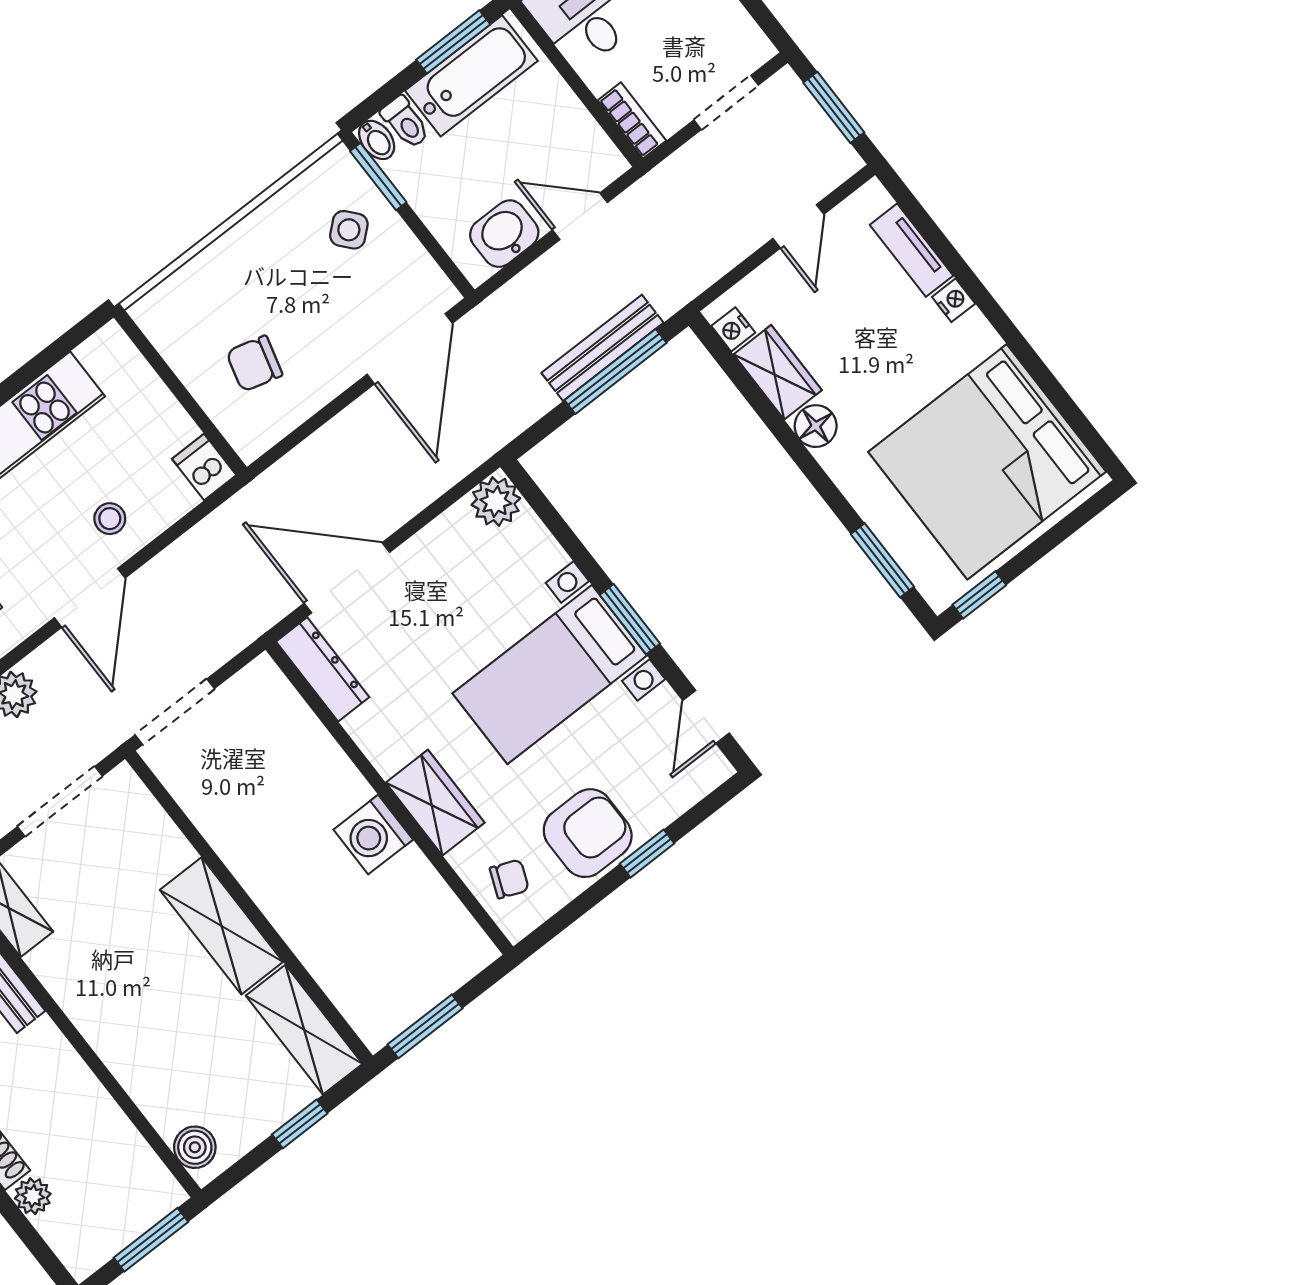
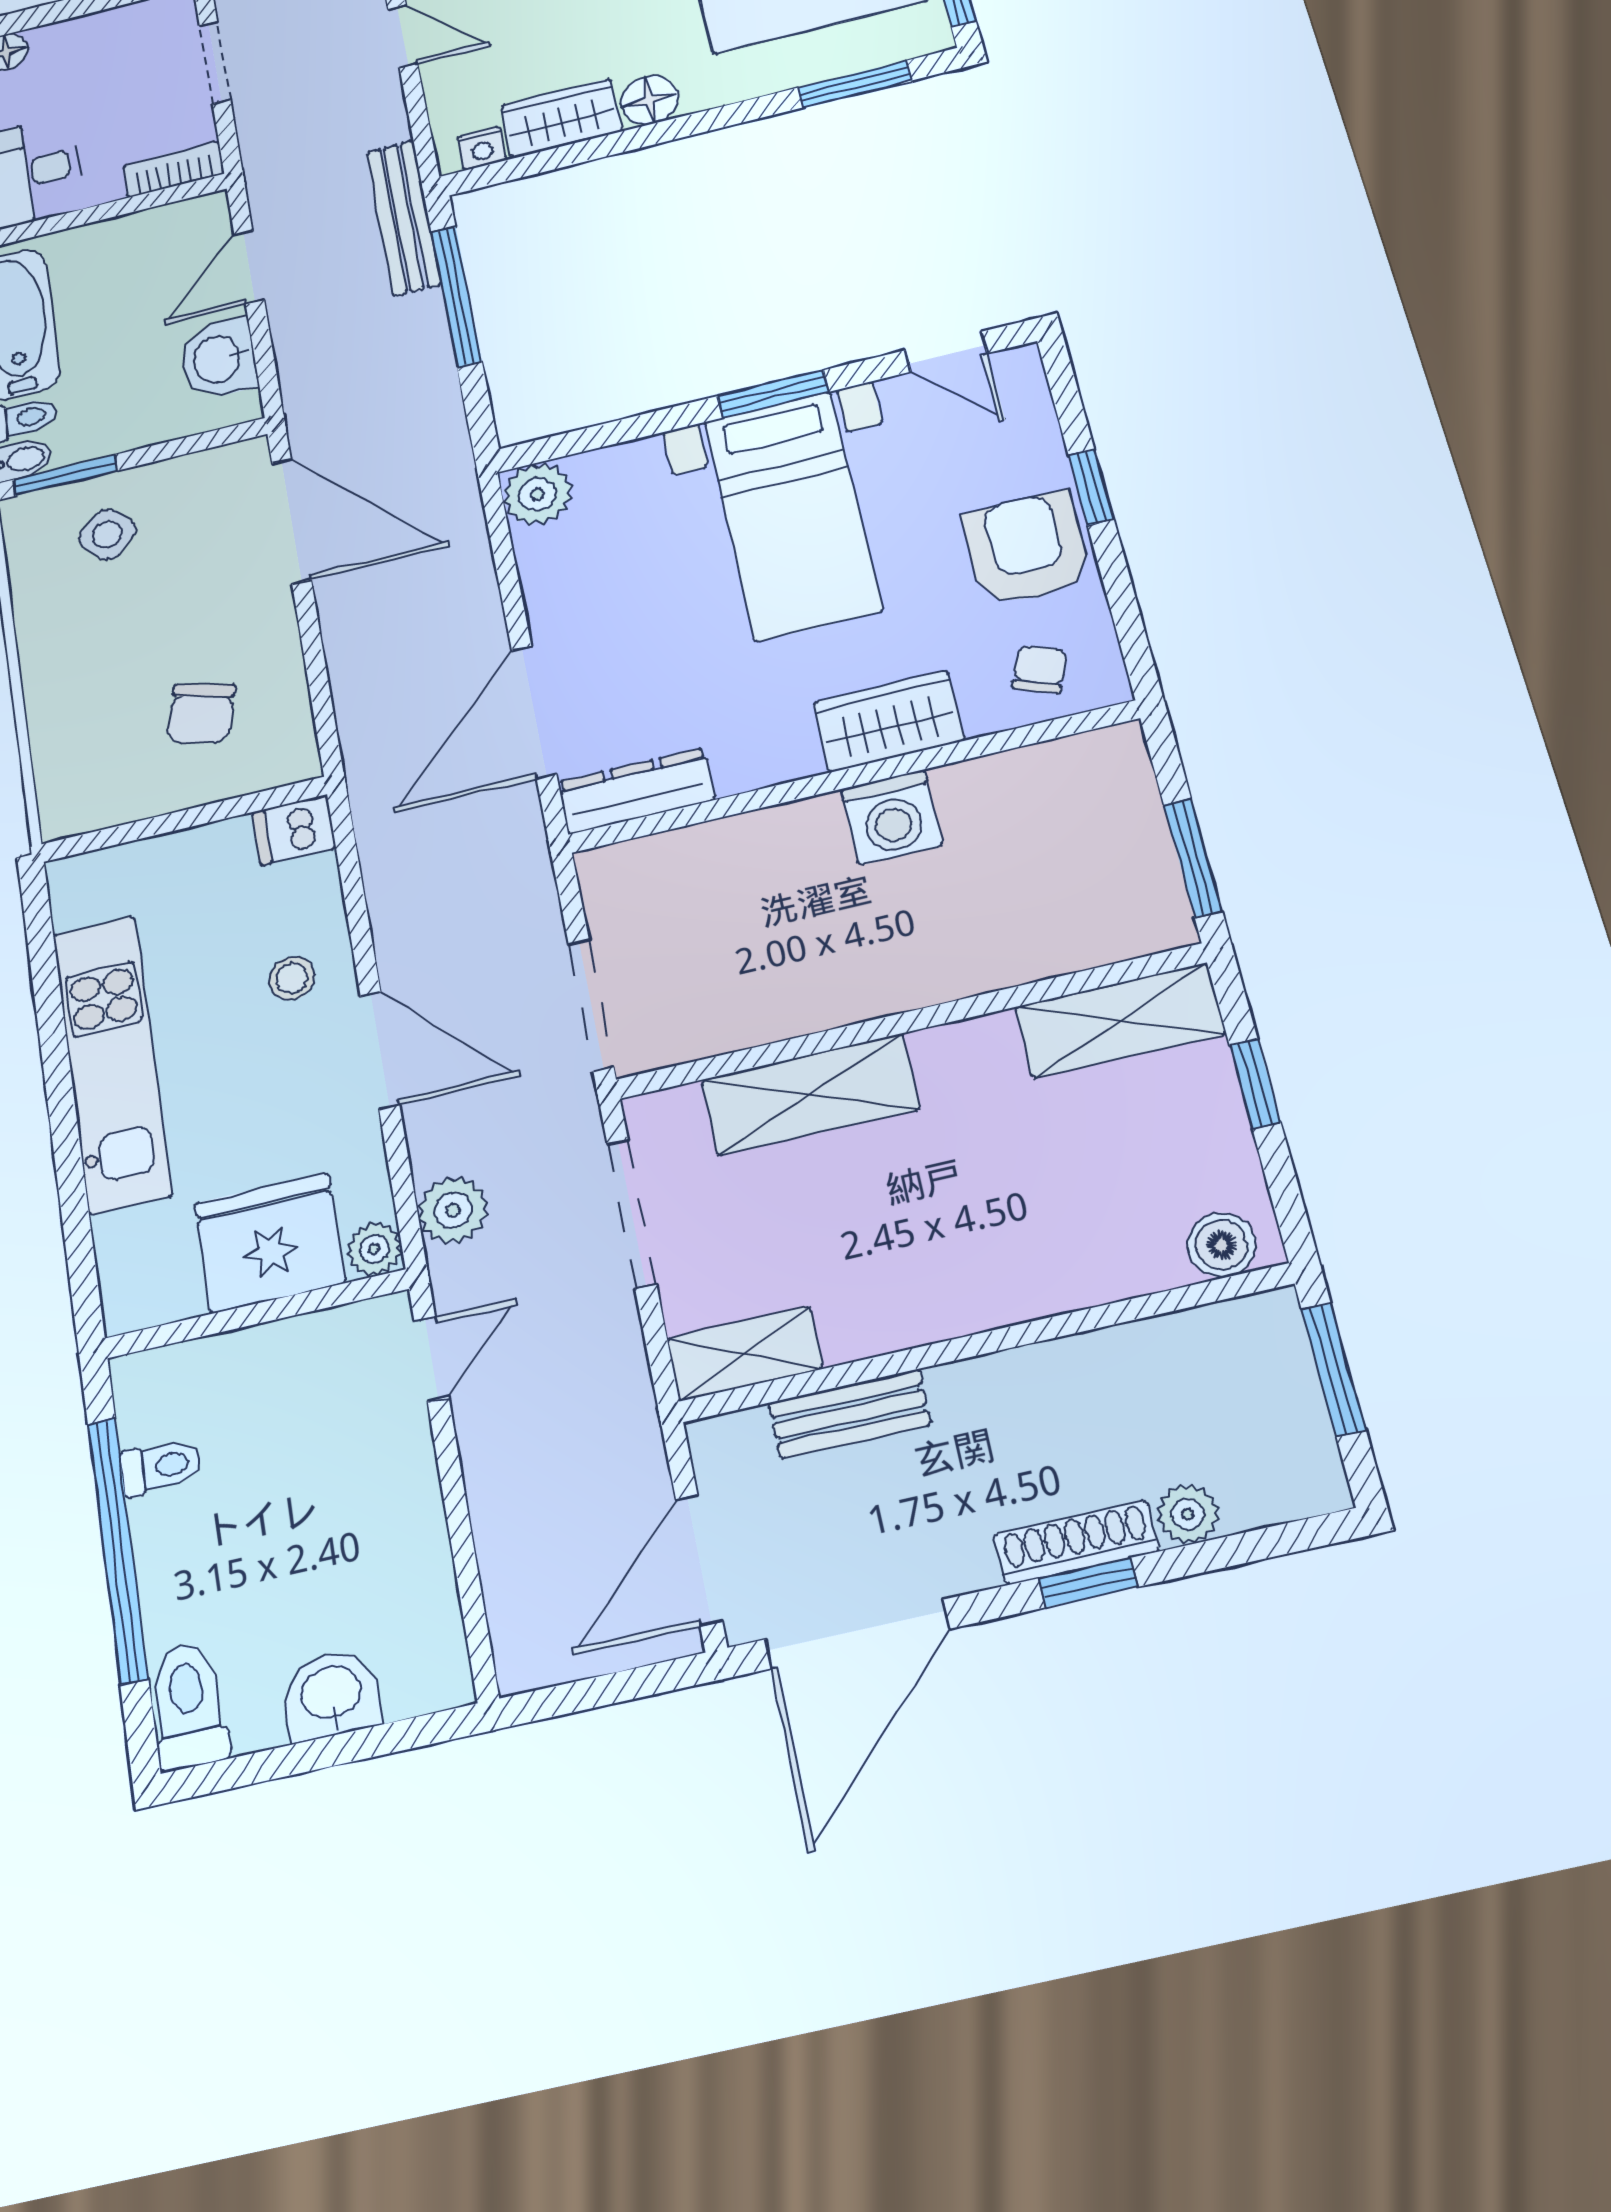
bench: (602, 348) -> (404, 218), moved
shelving: (221, 926) -> (810, 1094), moved

